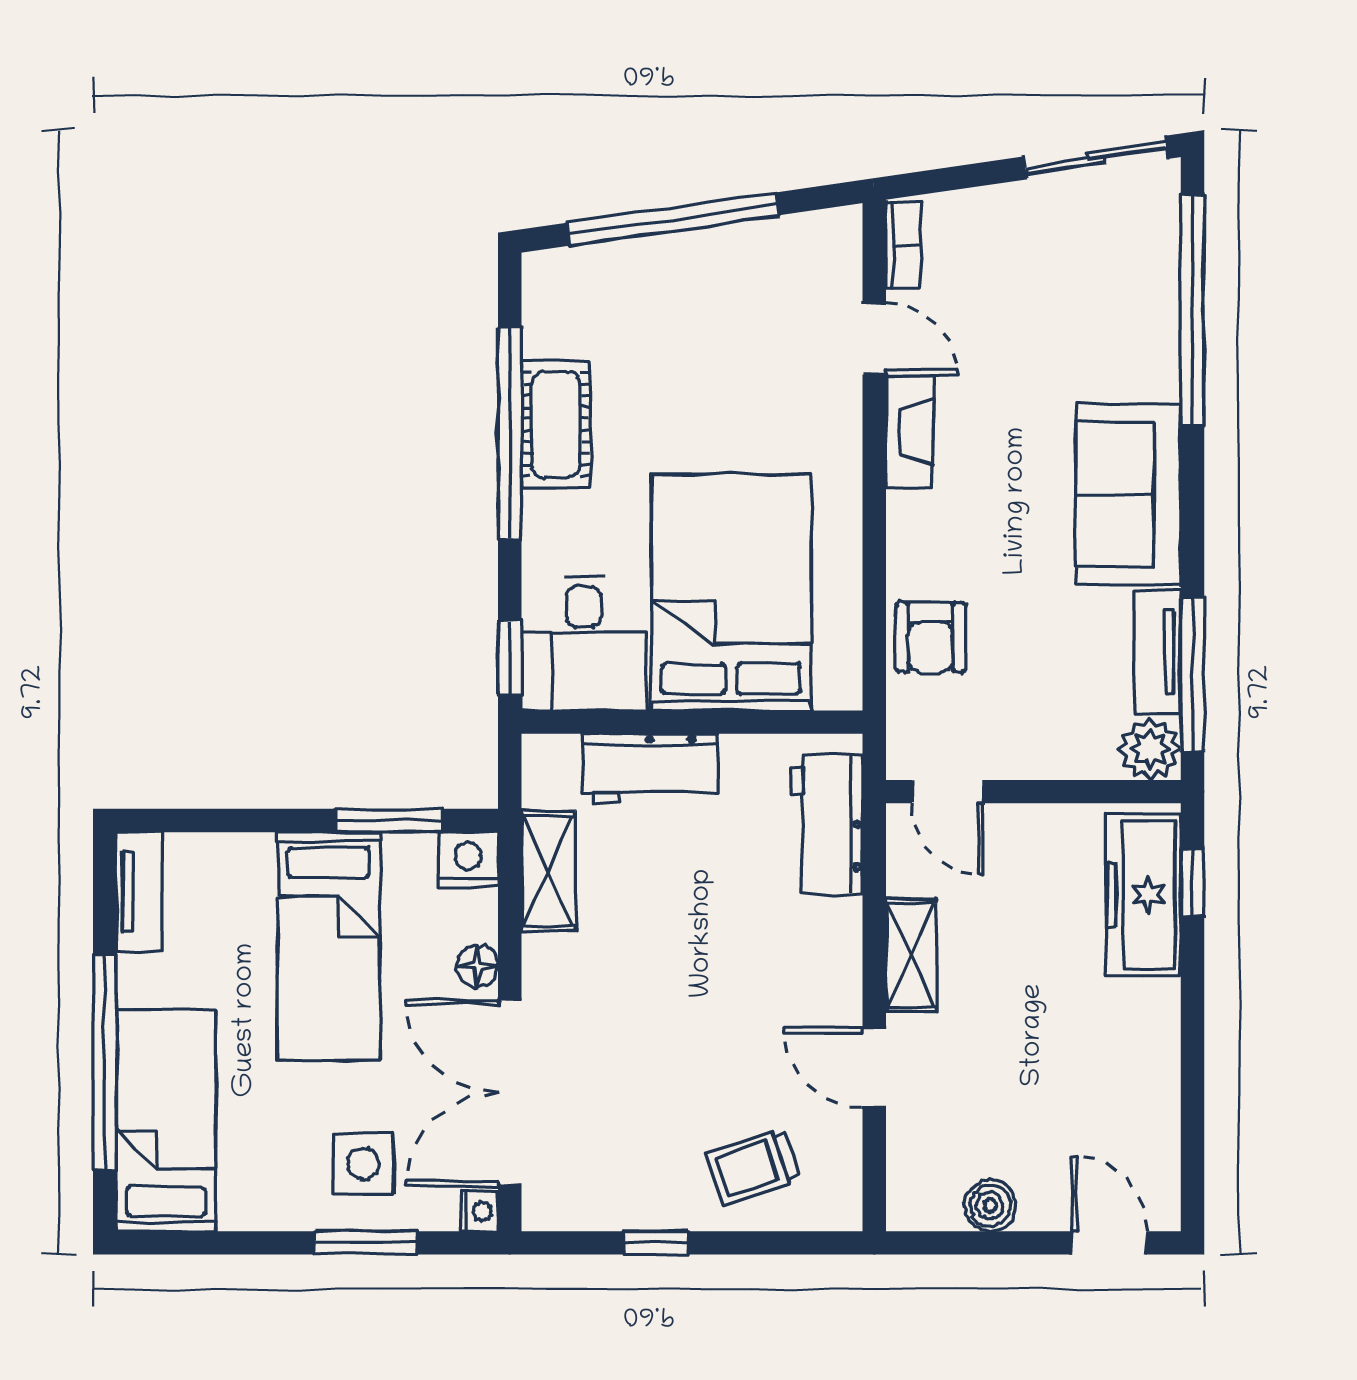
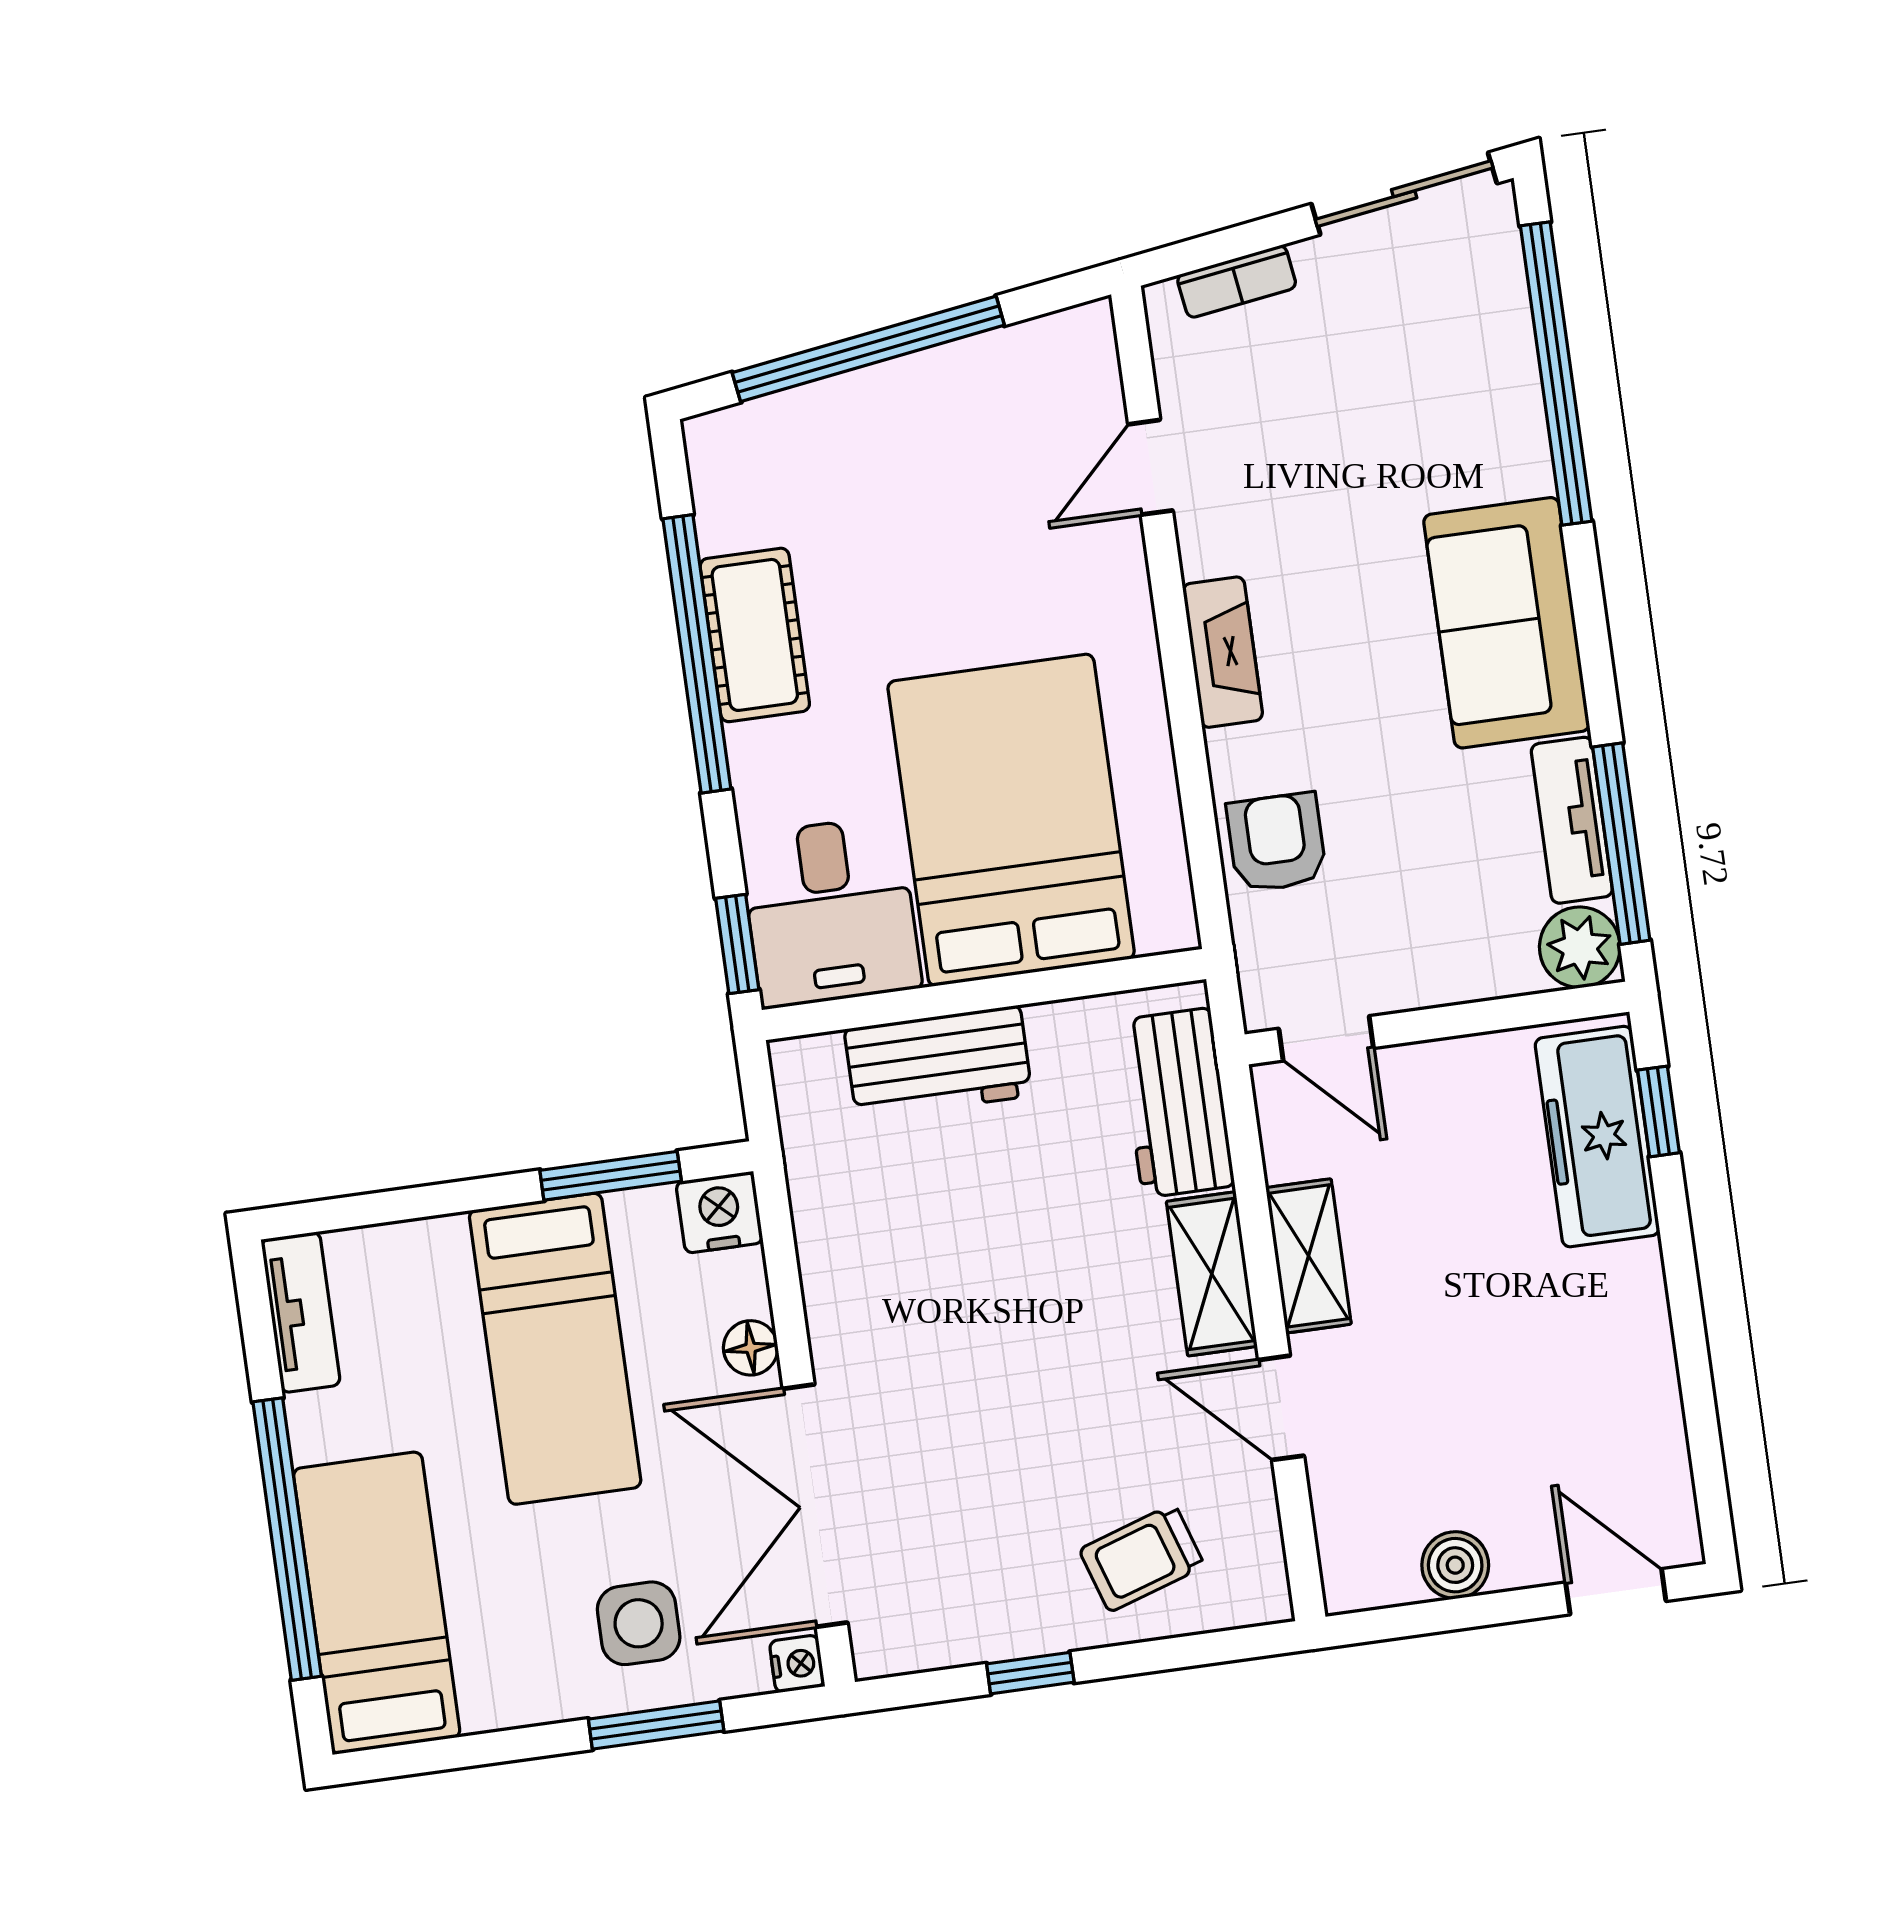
bookcase: (903, 245) -> (1237, 281), moved, turned 82
door: (874, 339) -> (1151, 467), swing flipped
fireplace: (910, 432) -> (1223, 652), moved
armchair: (930, 637) -> (1277, 842), turned 180
shelving: (548, 871) -> (1212, 1274), moved

